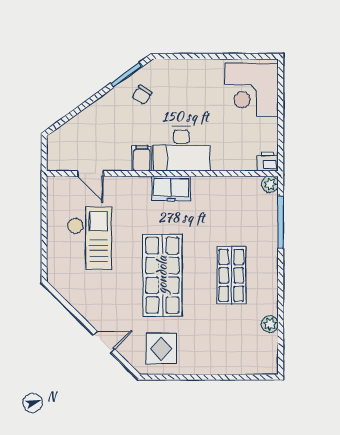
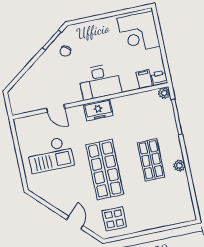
filing cabinet: (142, 158) -> (144, 79), moved
door: (90, 174) -> (56, 108), moved
checkout: (89, 238) -> (50, 155), turned 90
plant: (270, 324) -> (179, 166), moved
door: (104, 342) -> (75, 223), hinge flipped

